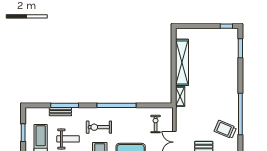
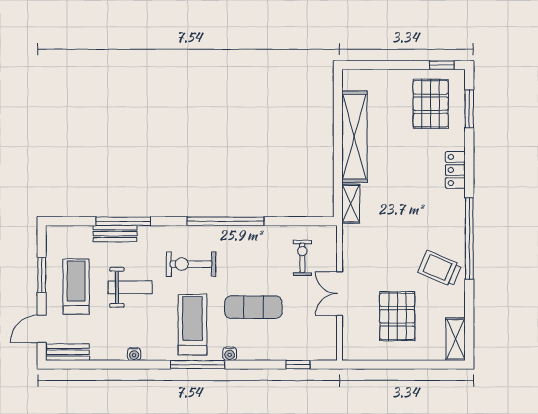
pallet: (221, 46) -> (431, 104), added
locker: (233, 79) -> (455, 170), added

